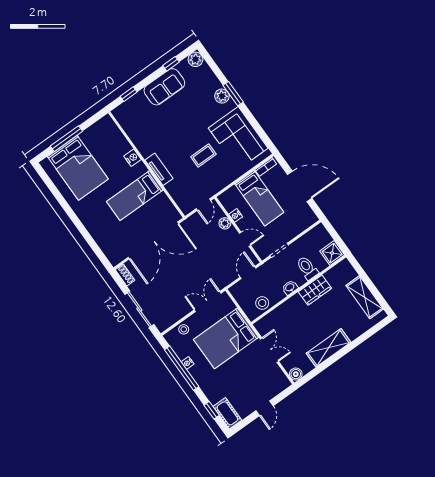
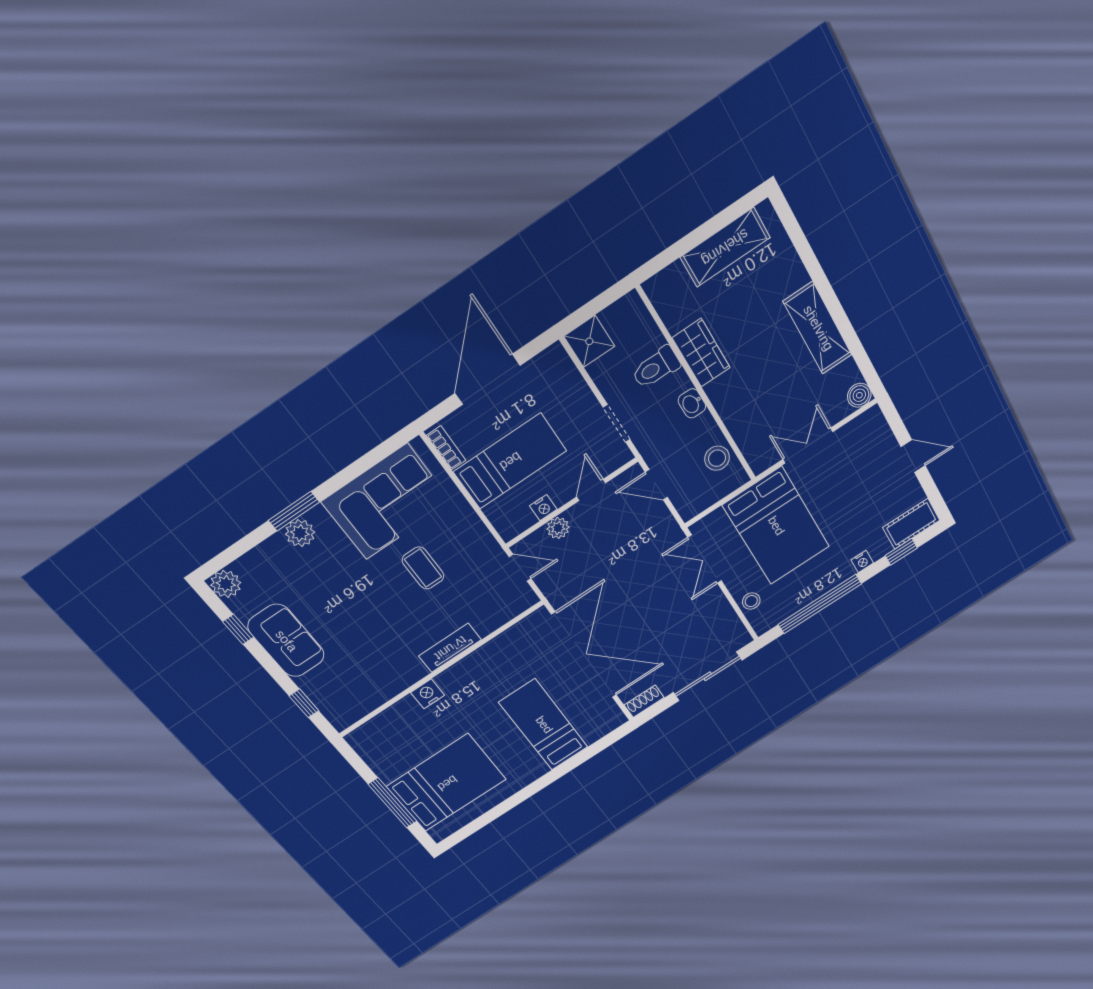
bed: (135, 196) -> (544, 725), moved, turned 180
shower: (332, 253) -> (589, 341), moved
nightstand: (188, 363) -> (862, 562), moved

